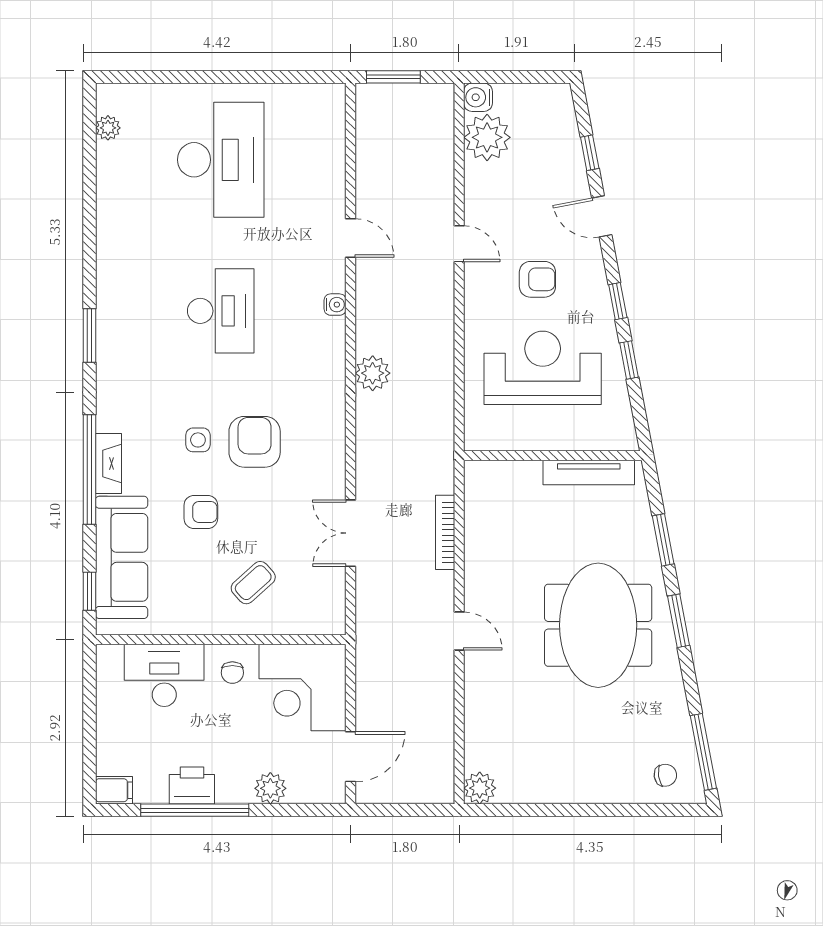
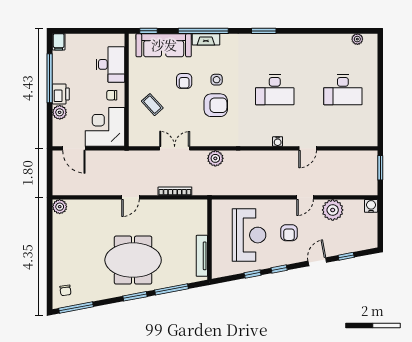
plant: (487, 137) -> (333, 210), moved
desk: (221, 160) -> (343, 90), width x0.73, depth x0.77
plant: (373, 373) -> (215, 158), moved
window: (663, 540) -> (172, 289), width x1.44
printer: (192, 786) -> (61, 94), moved

